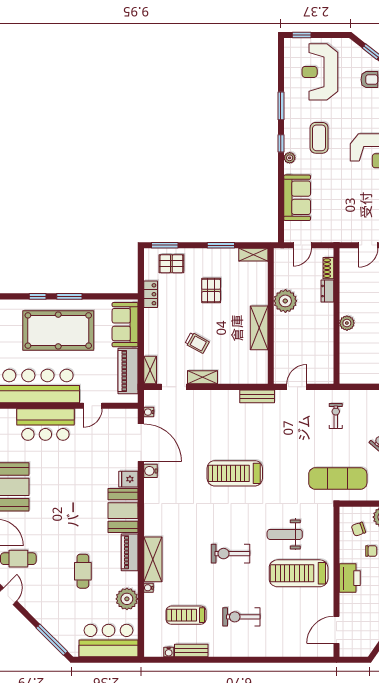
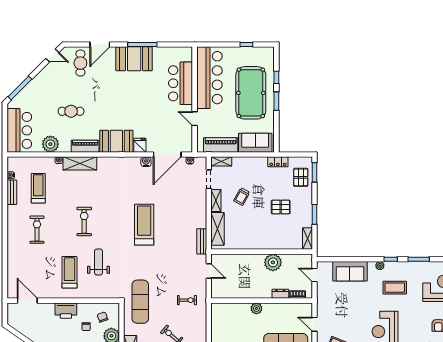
shelving: (259, 328) -> (218, 229), moved, turned 90
treadmill: (299, 573) -> (69, 272), width x0.73, depth x0.73

